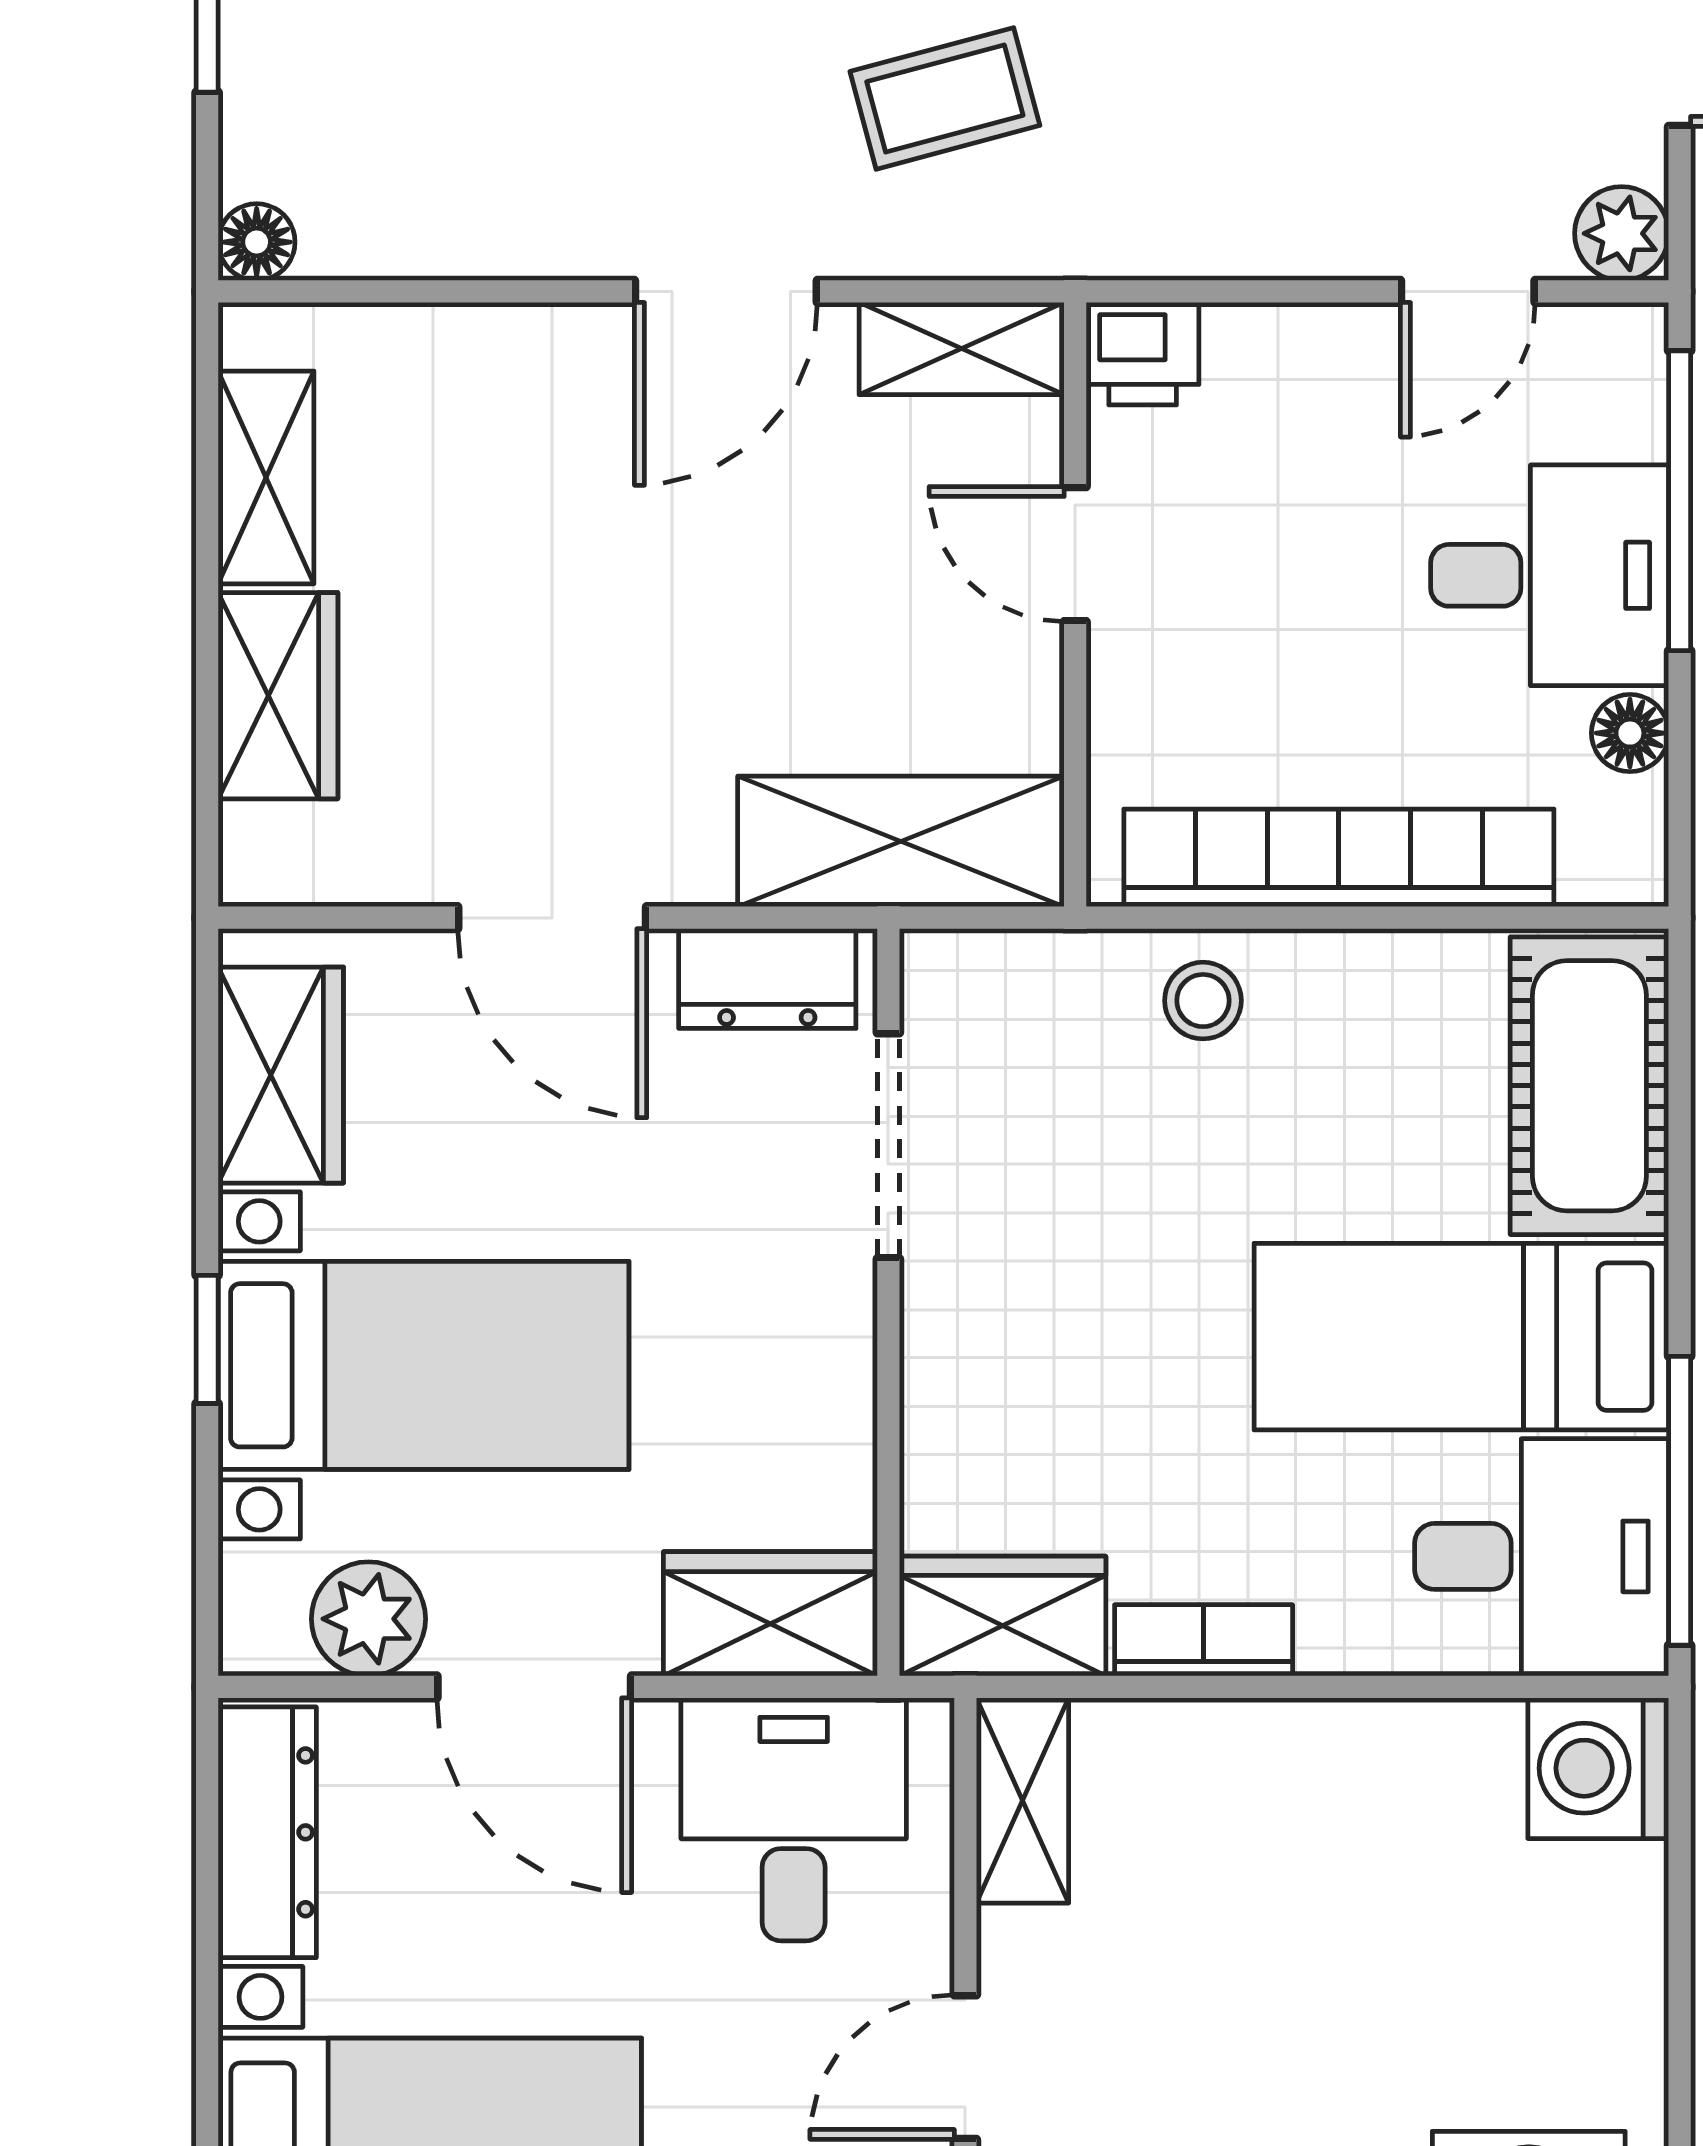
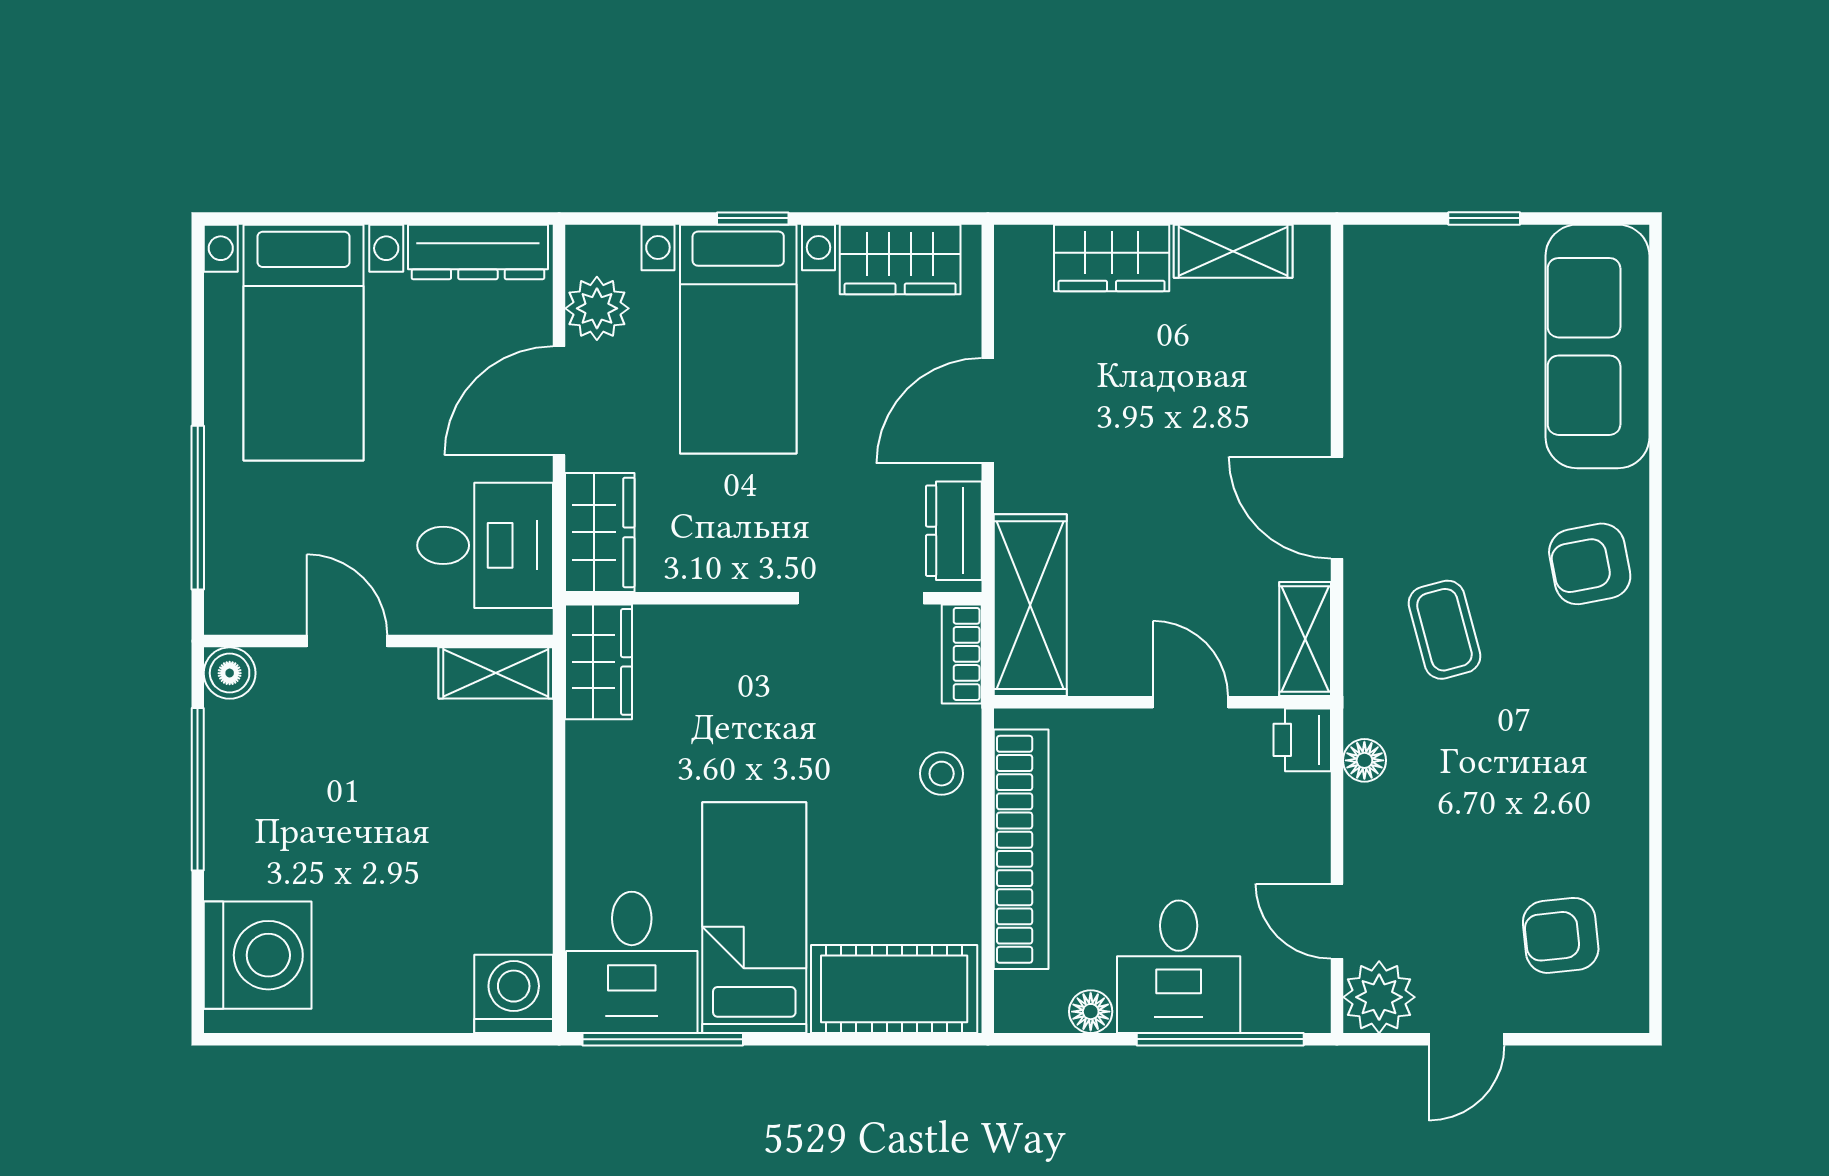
plant: (1622, 233) -> (1379, 997), width x1.38, depth x1.38
floor lamp: (257, 242) -> (1364, 760), moved
door: (1075, 554) -> (1190, 702), hinge flipped
bookcase: (1204, 1640) -> (962, 654), moved, turned 180

